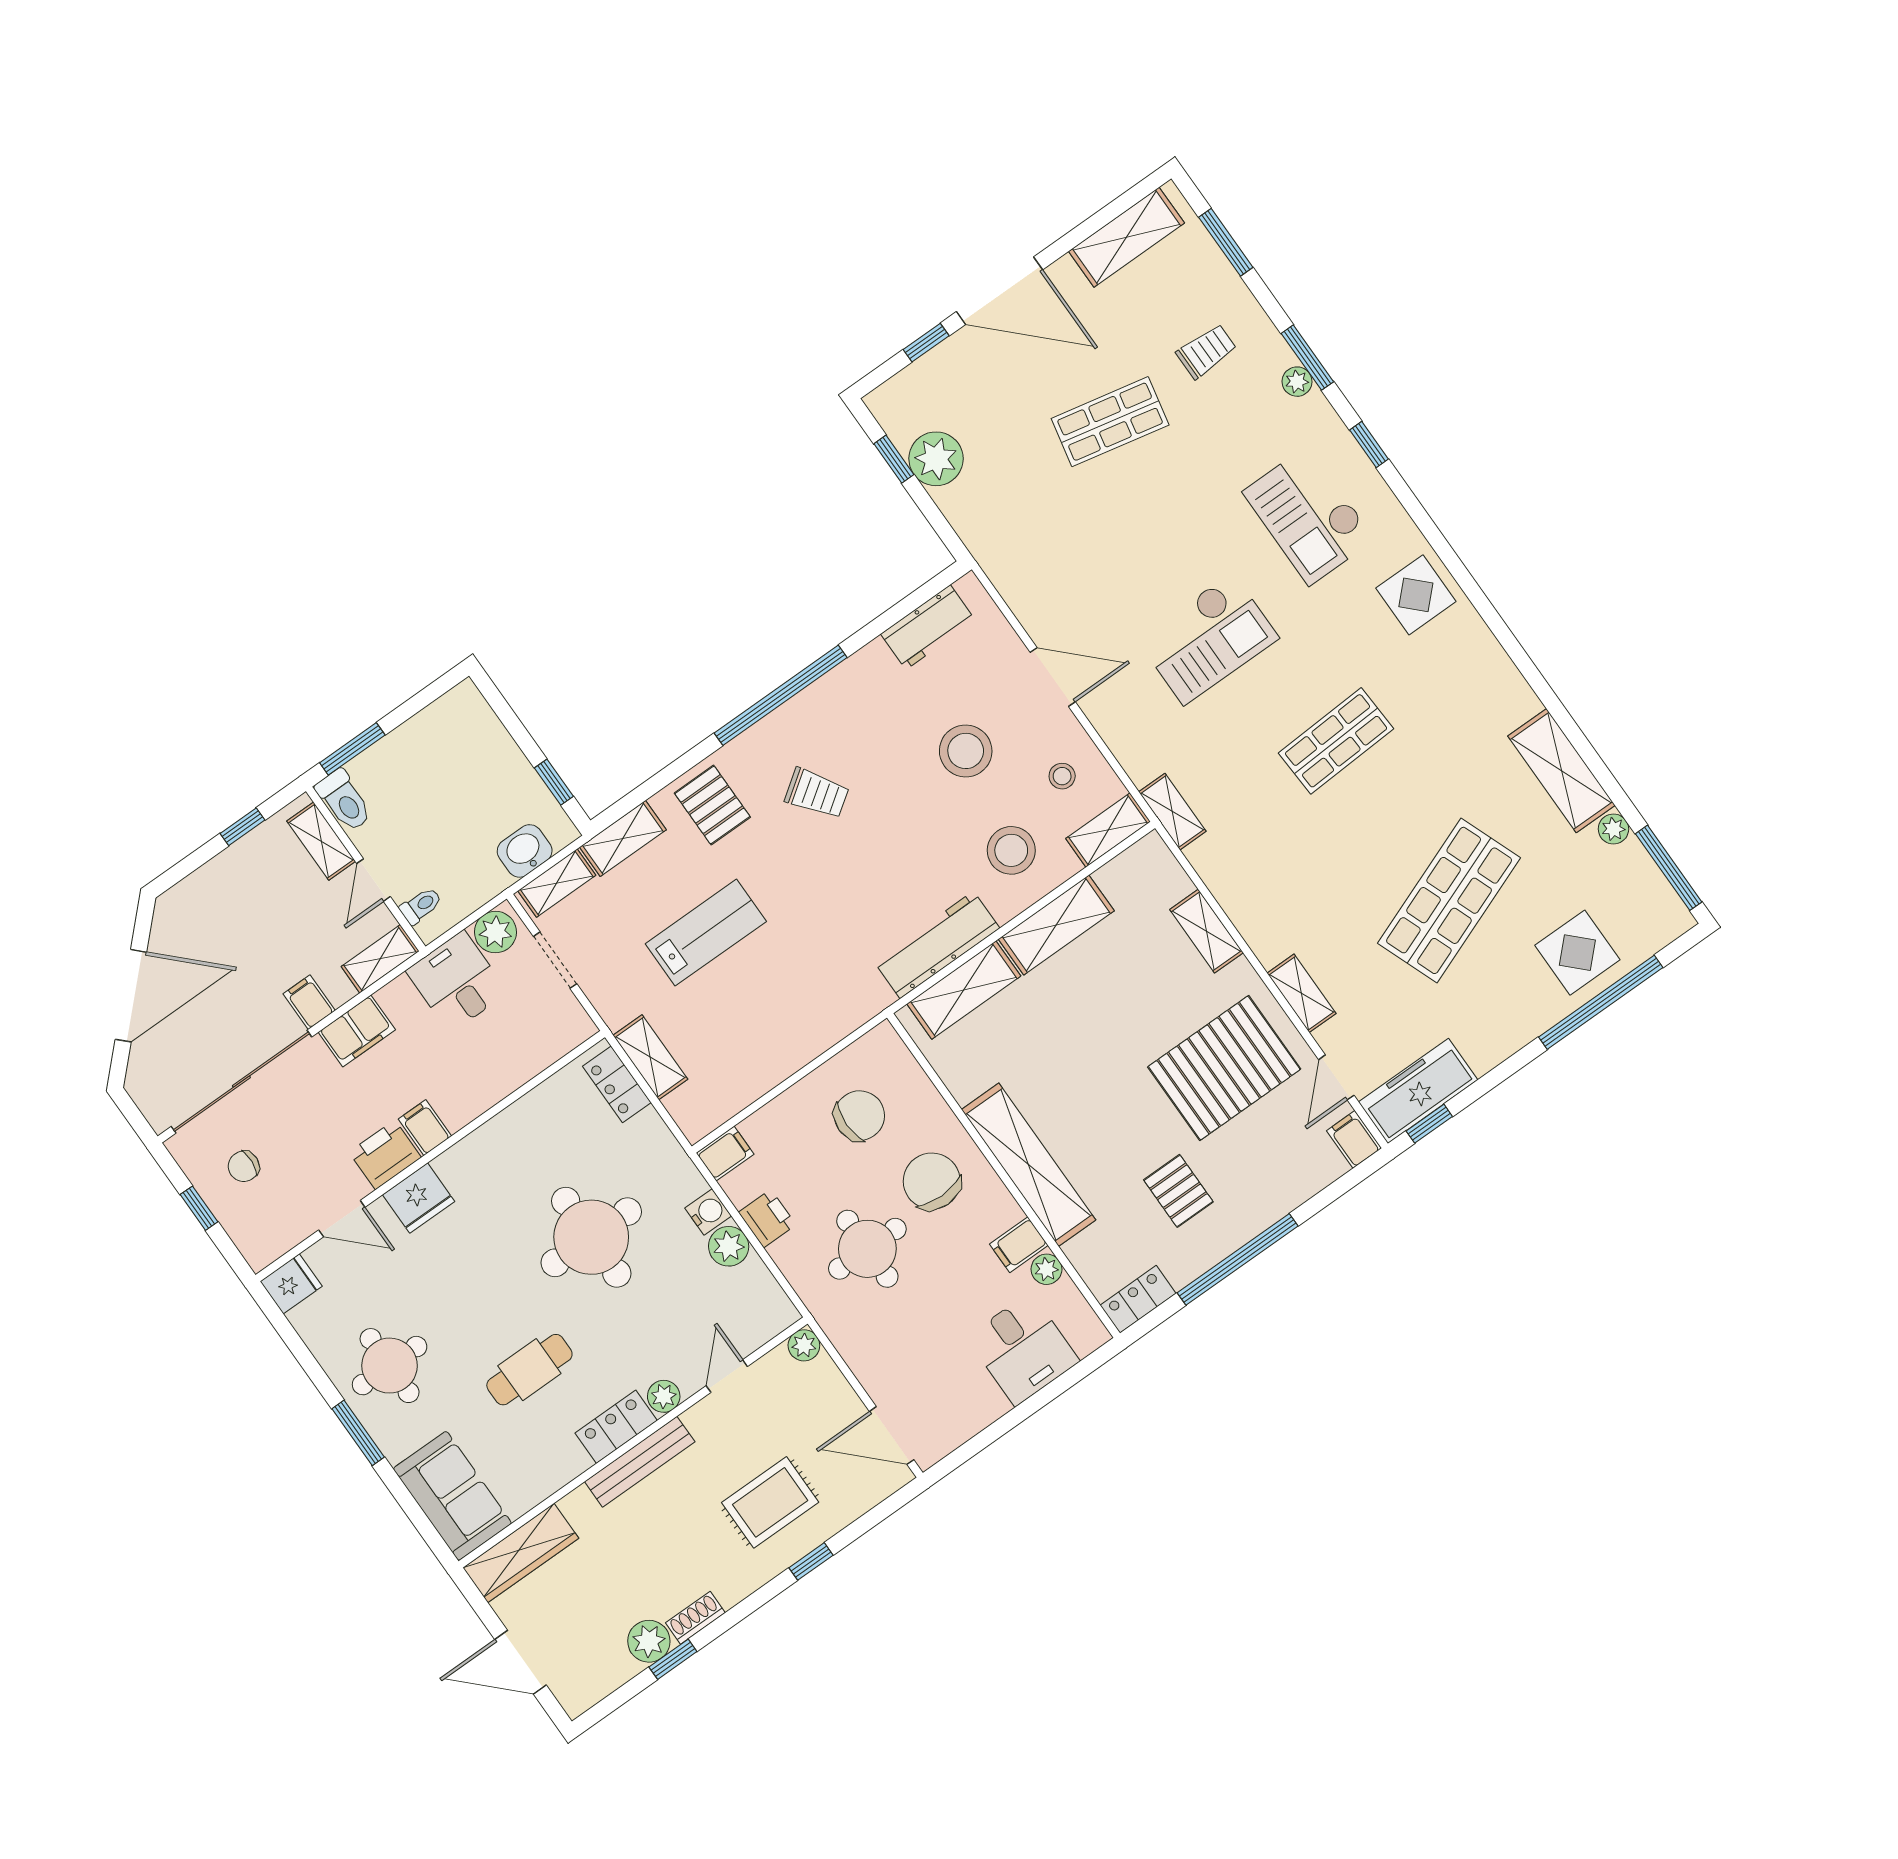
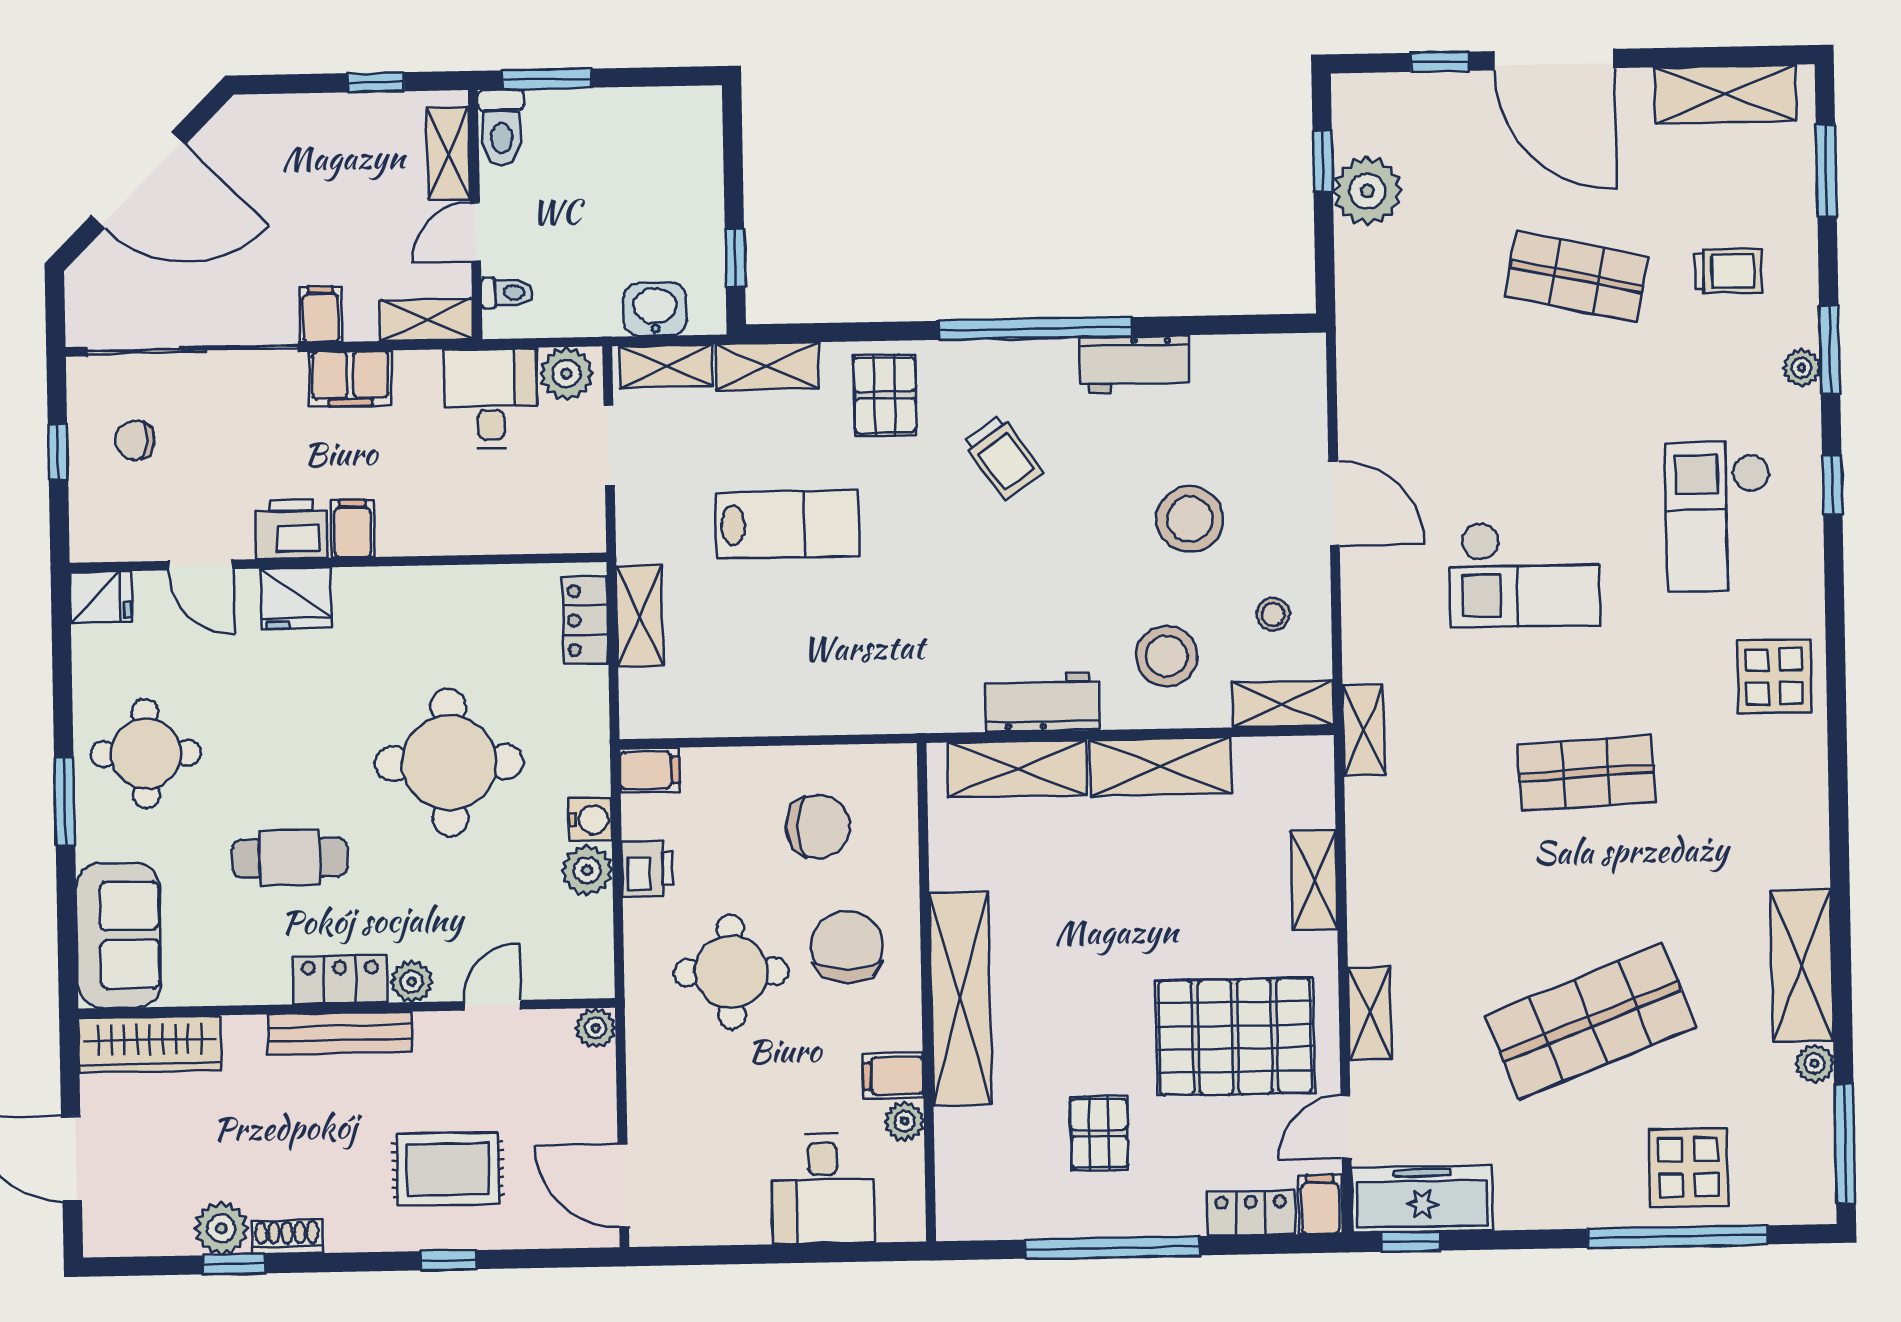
workbench: (928, 627) -> (1135, 364), moved
workbench: (937, 945) -> (1042, 702), width x0.73
locker: (1138, 1299) -> (1251, 1213), moved

